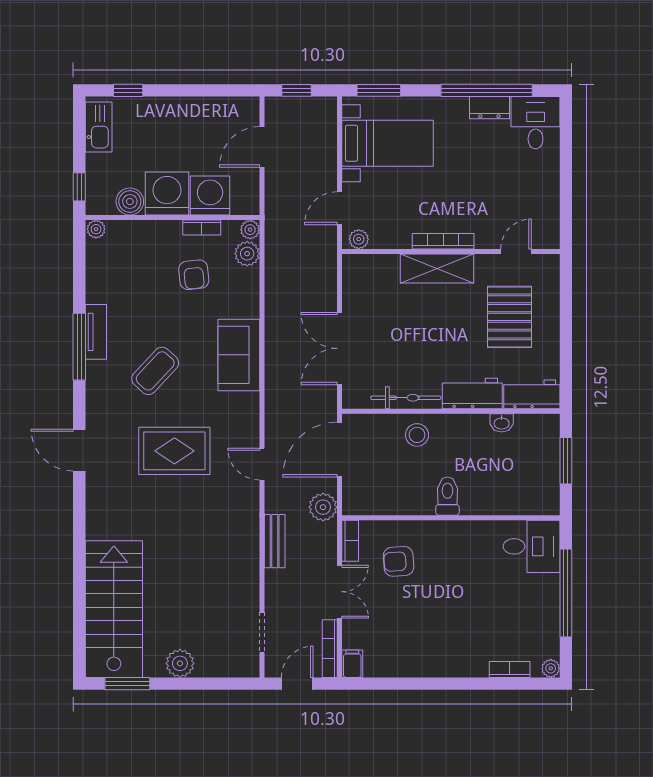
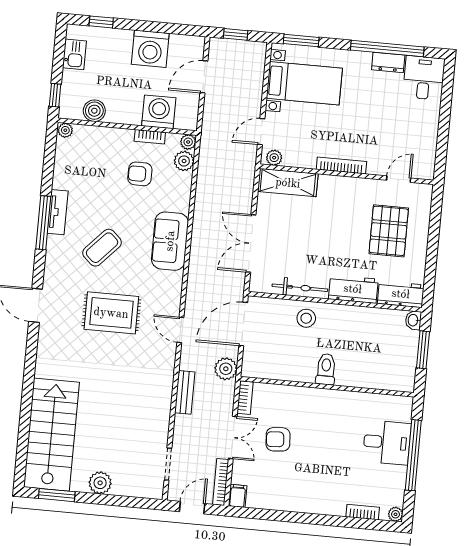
kitchen sink: (99, 127) -> (74, 54), width x0.73
washing machine: (167, 194) -> (150, 49), moved, turned 180
shelving: (437, 269) -> (288, 183), moved
armchair: (194, 275) -> (140, 174), turned 96
washbasin: (502, 423) -> (413, 320), moved, turned 90
desk: (532, 546) -> (387, 442), moved
armchair: (399, 561) -> (278, 439), moved

